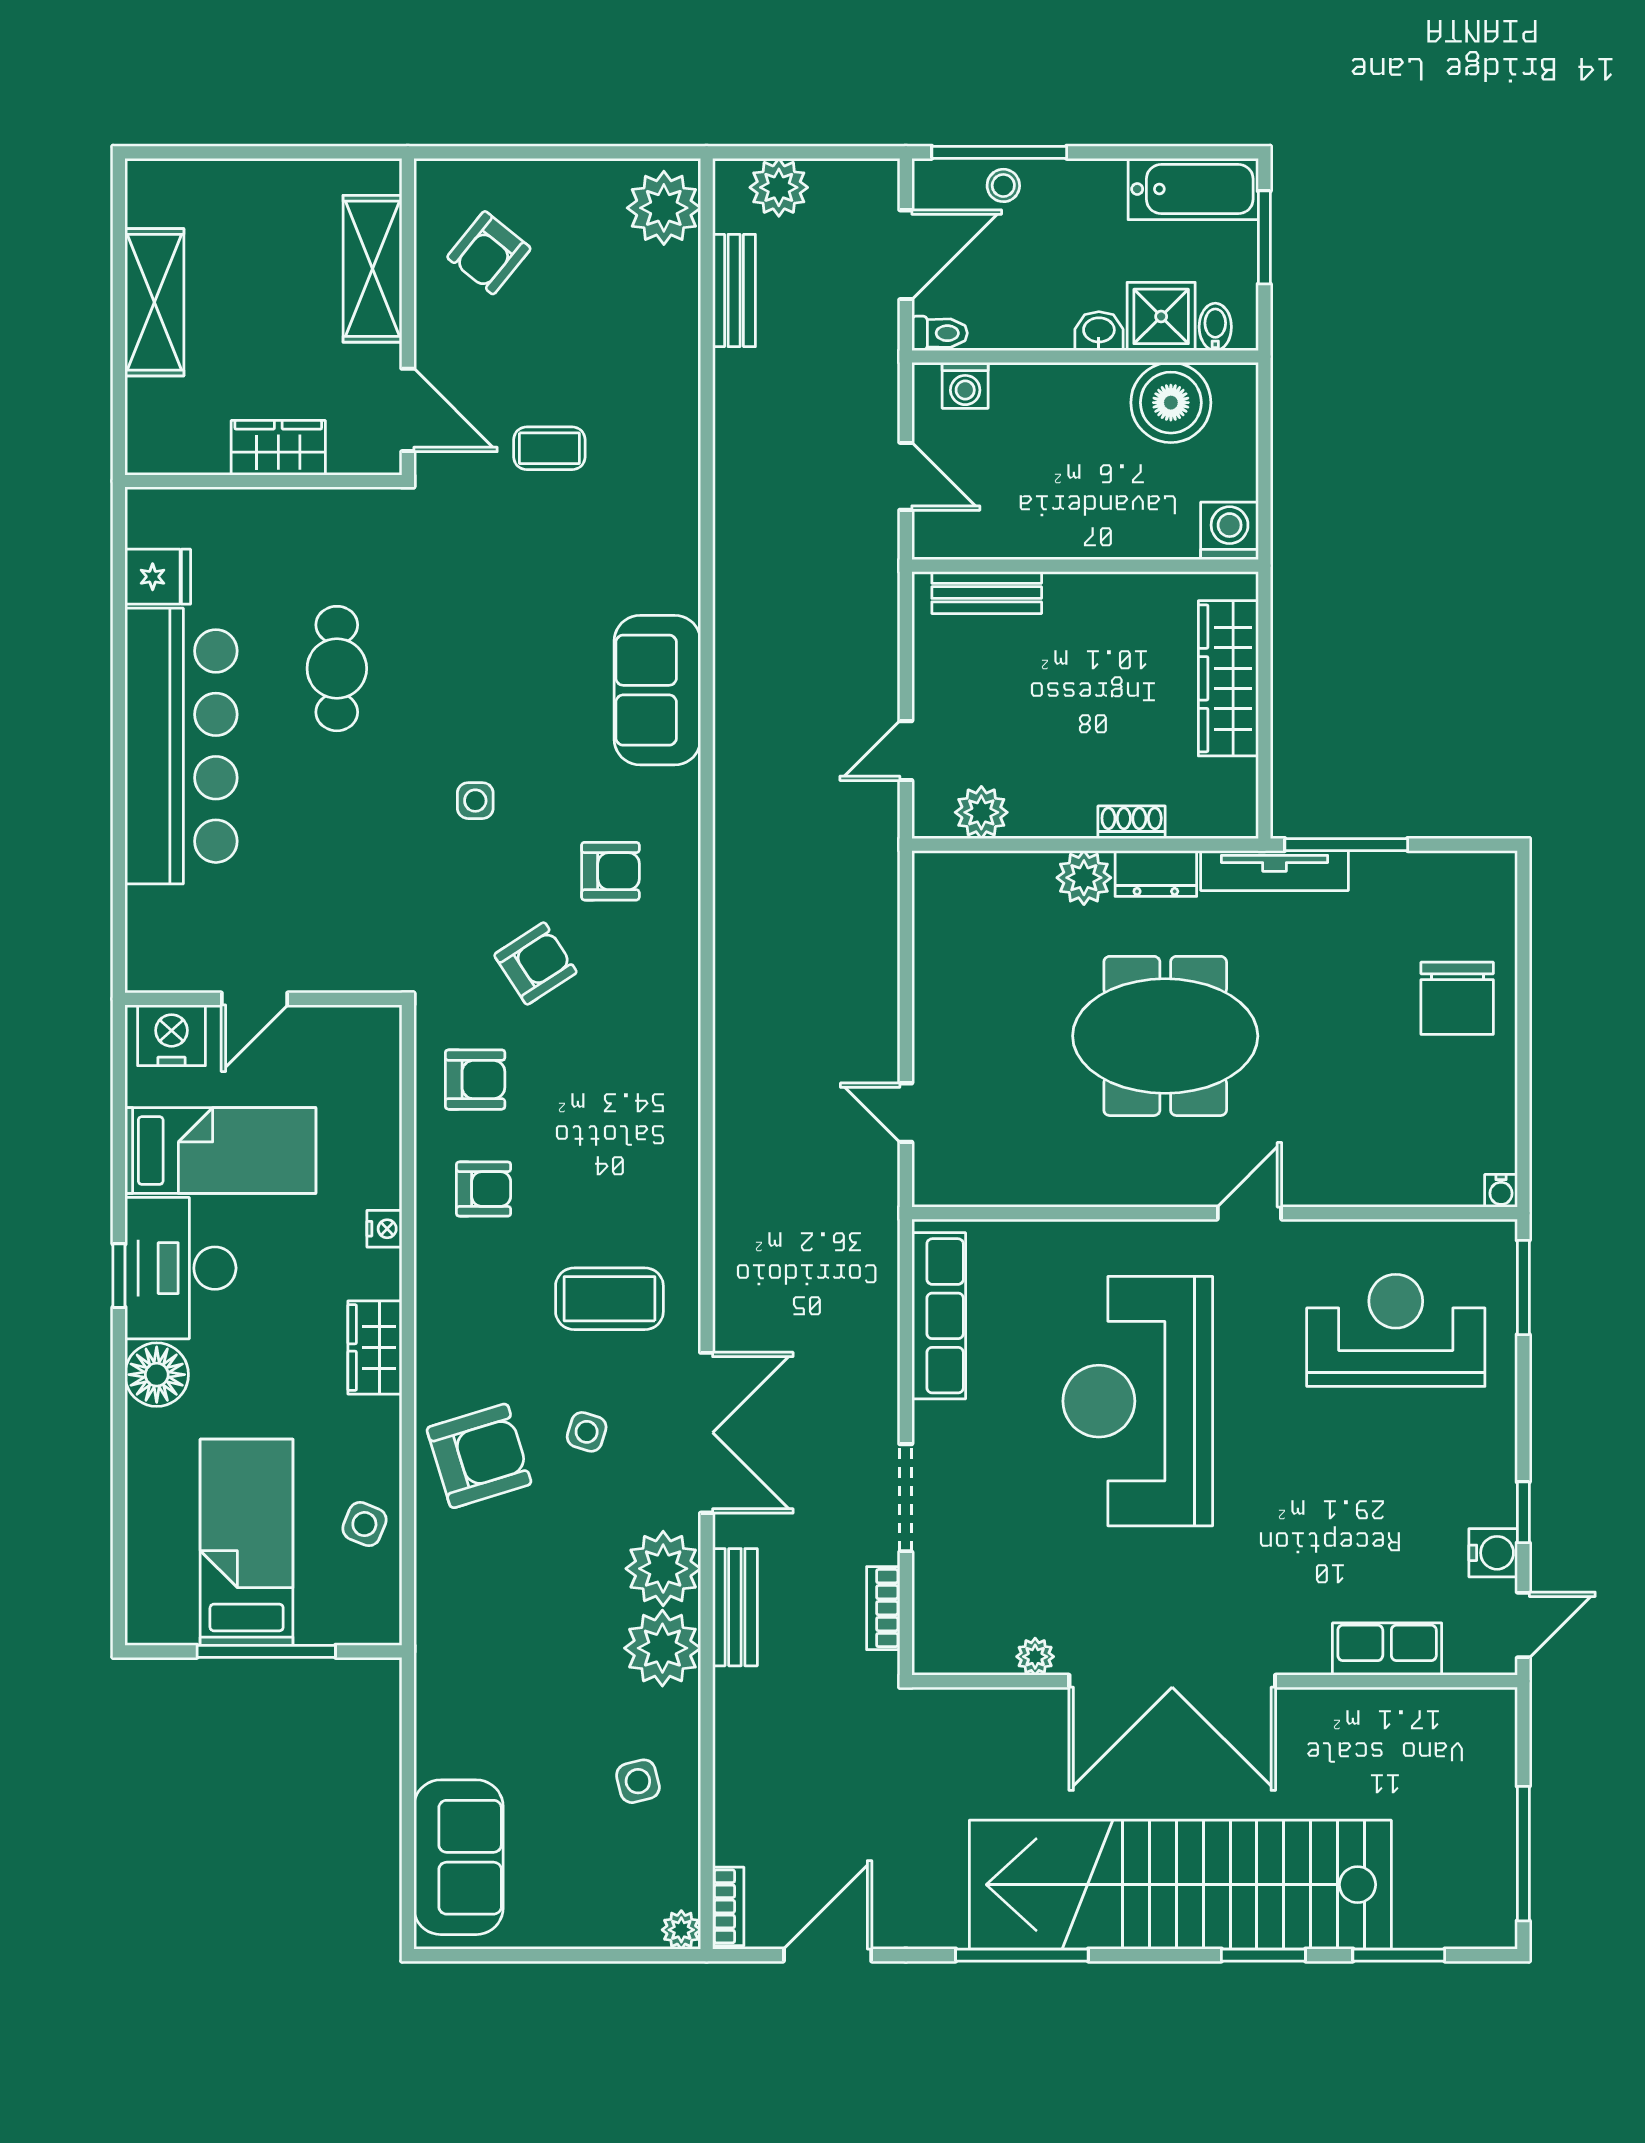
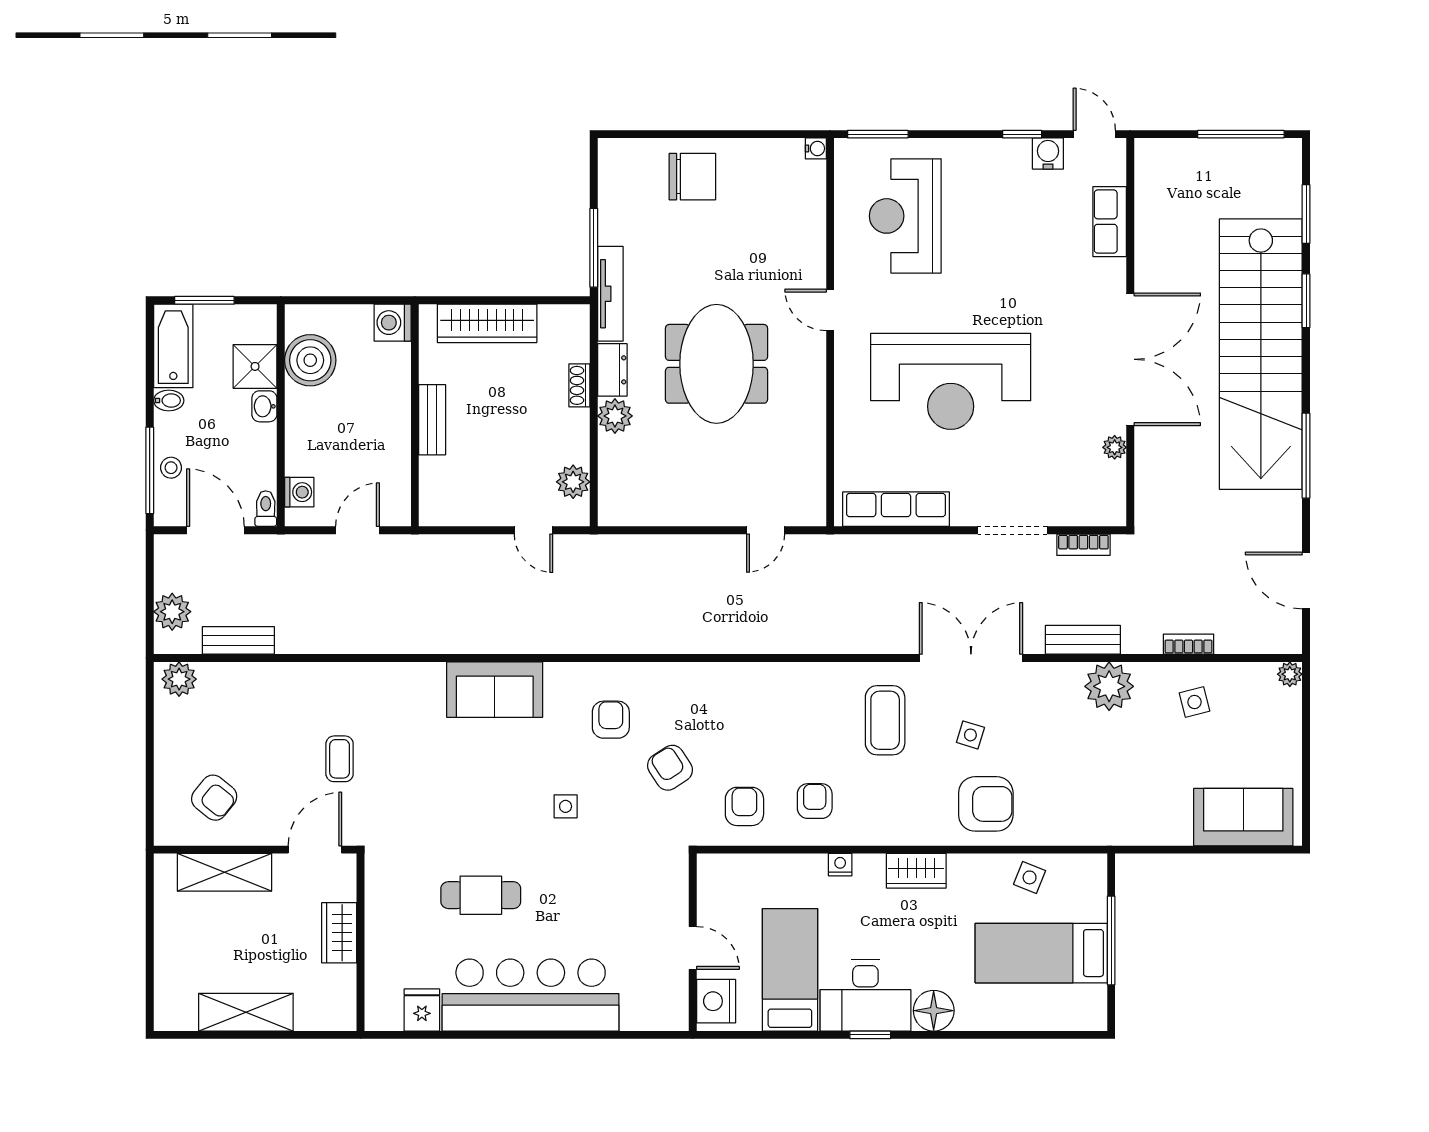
plant: (664, 208) -> (179, 679), width x0.73, depth x0.73
bidet: (1215, 327) -> (169, 401), moved, turned 180
bench: (987, 593) -> (432, 420), moved
armchair: (479, 1456) -> (986, 804), turned 107
plant: (663, 1569) -> (1058, 686), removed
bookcase: (728, 1906) -> (1188, 644), moved

